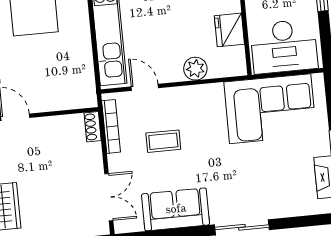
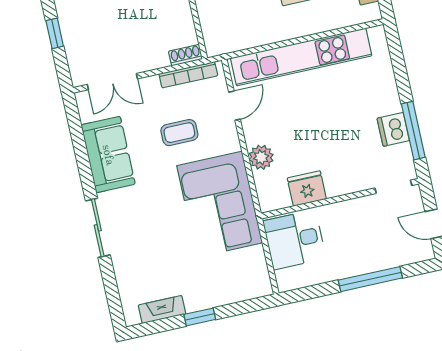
desk: (284, 46) -> (294, 240), width x0.73
corner sofa: (270, 109) -> (220, 204), moved
coffee table: (163, 141) -> (179, 133), turned 90

